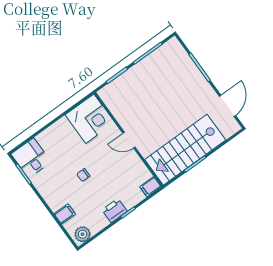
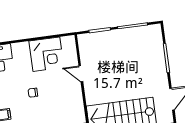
corner desk: (90, 119) -> (46, 54), moved
door: (129, 140) -> (81, 74), moved

